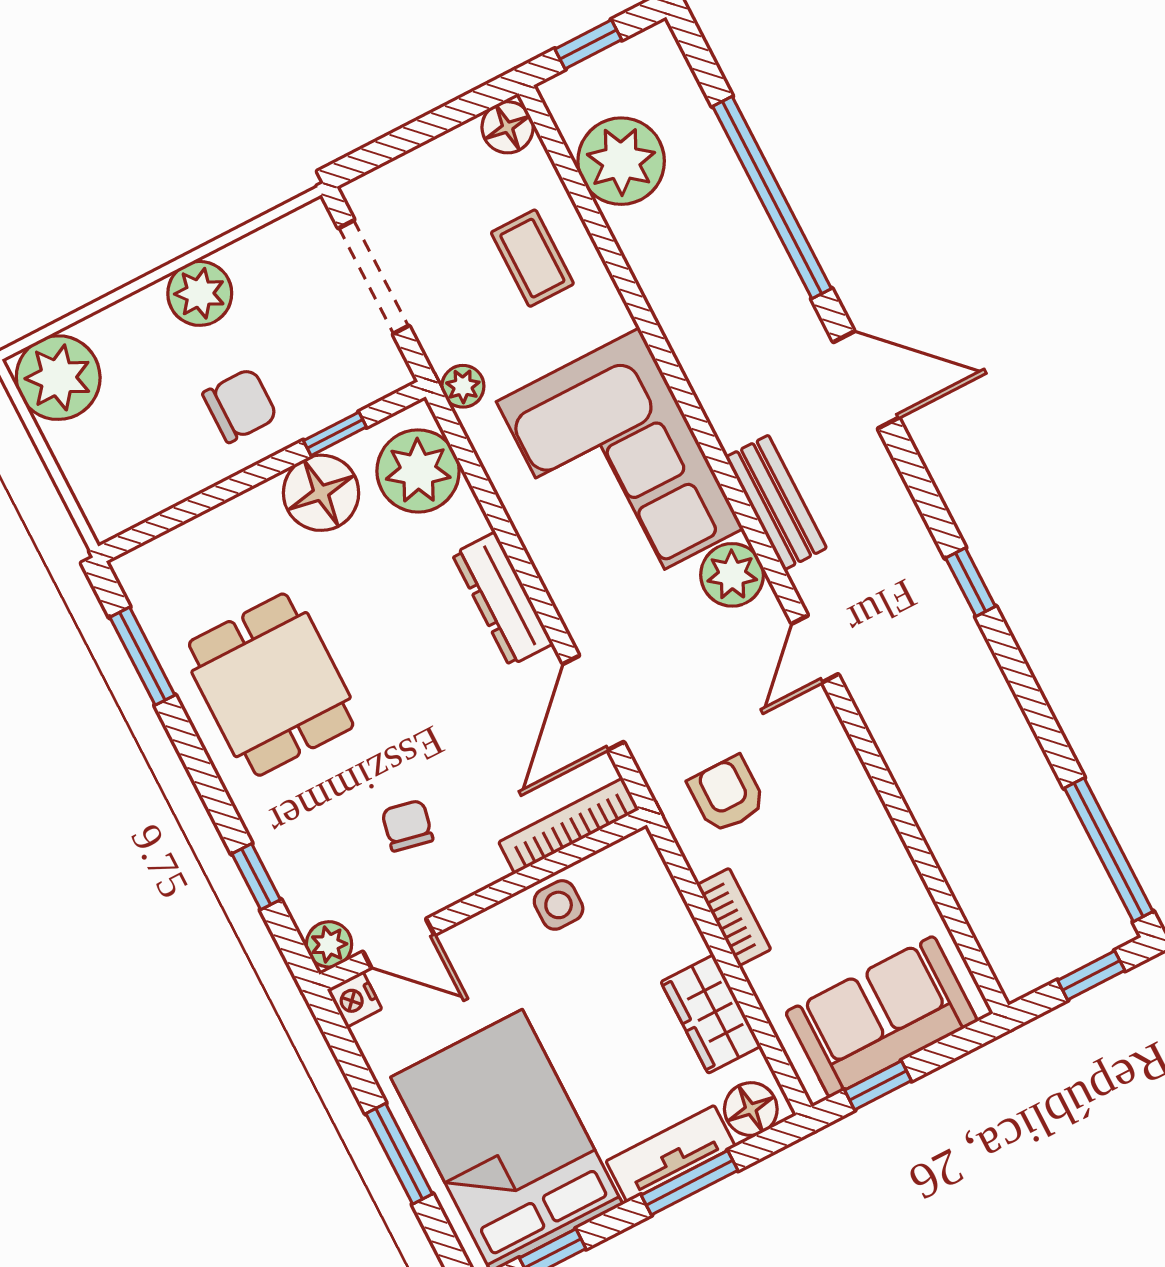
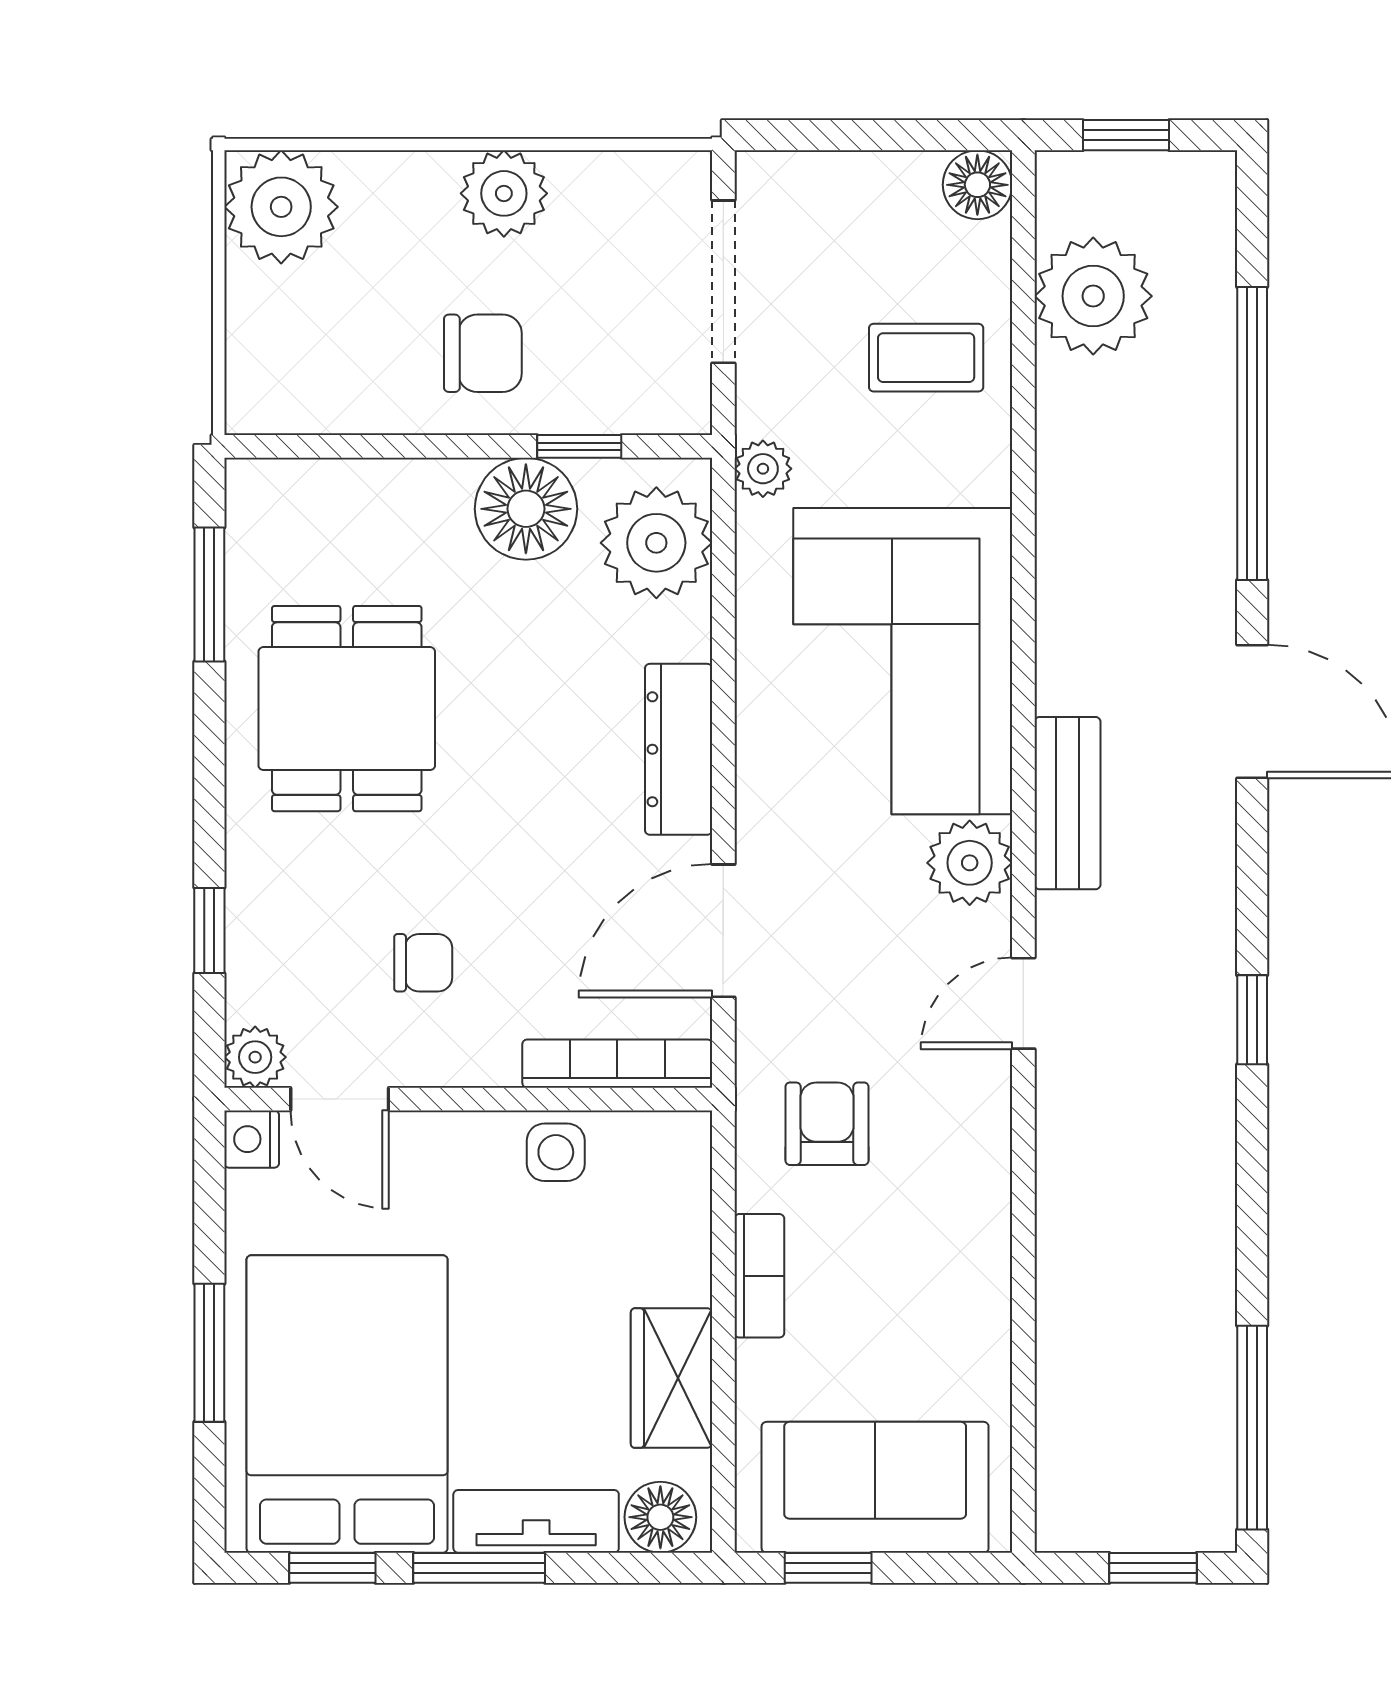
coffee table: (532, 258) -> (926, 358), turned 90
chair: (407, 826) -> (423, 963), turned 78
window: (689, 1183) -> (479, 1568), moved

